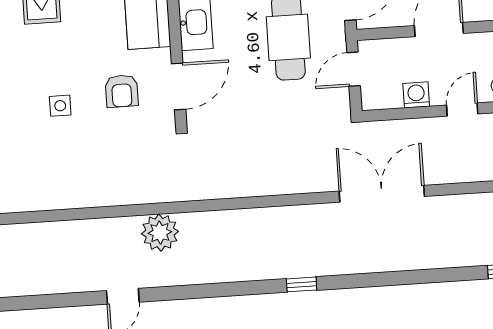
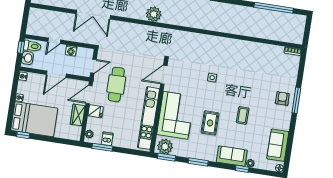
armchair: (122, 91) -> (187, 78), removed
plant: (160, 233) -> (154, 14), moved

